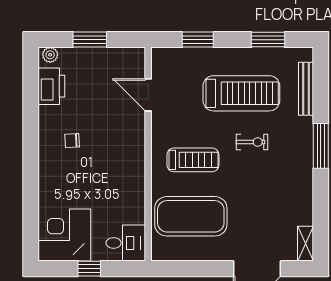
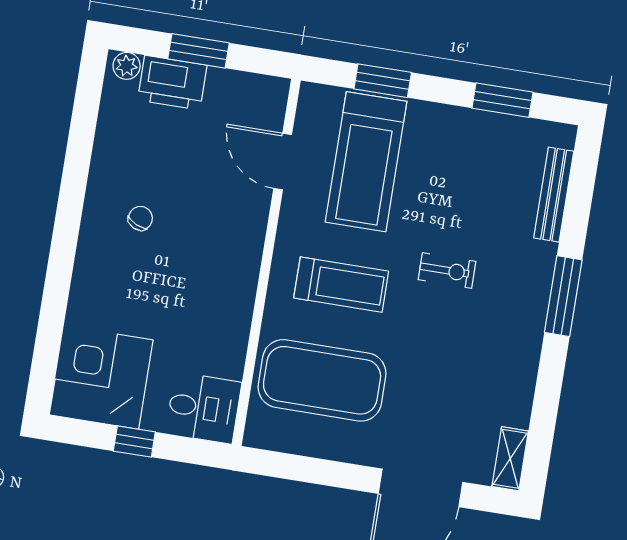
printer: (51, 86) -> (172, 83), moved, turned 90
treadmill: (241, 93) -> (366, 162), moved, turned 90
chair: (72, 141) -> (140, 218), turned 118

